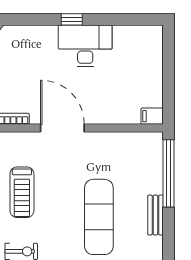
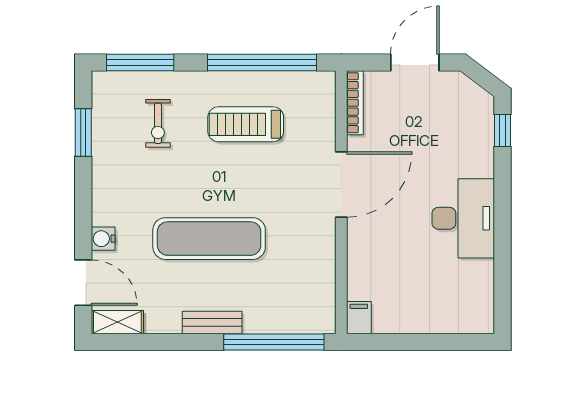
window: (72, 19) -> (503, 130), moved

